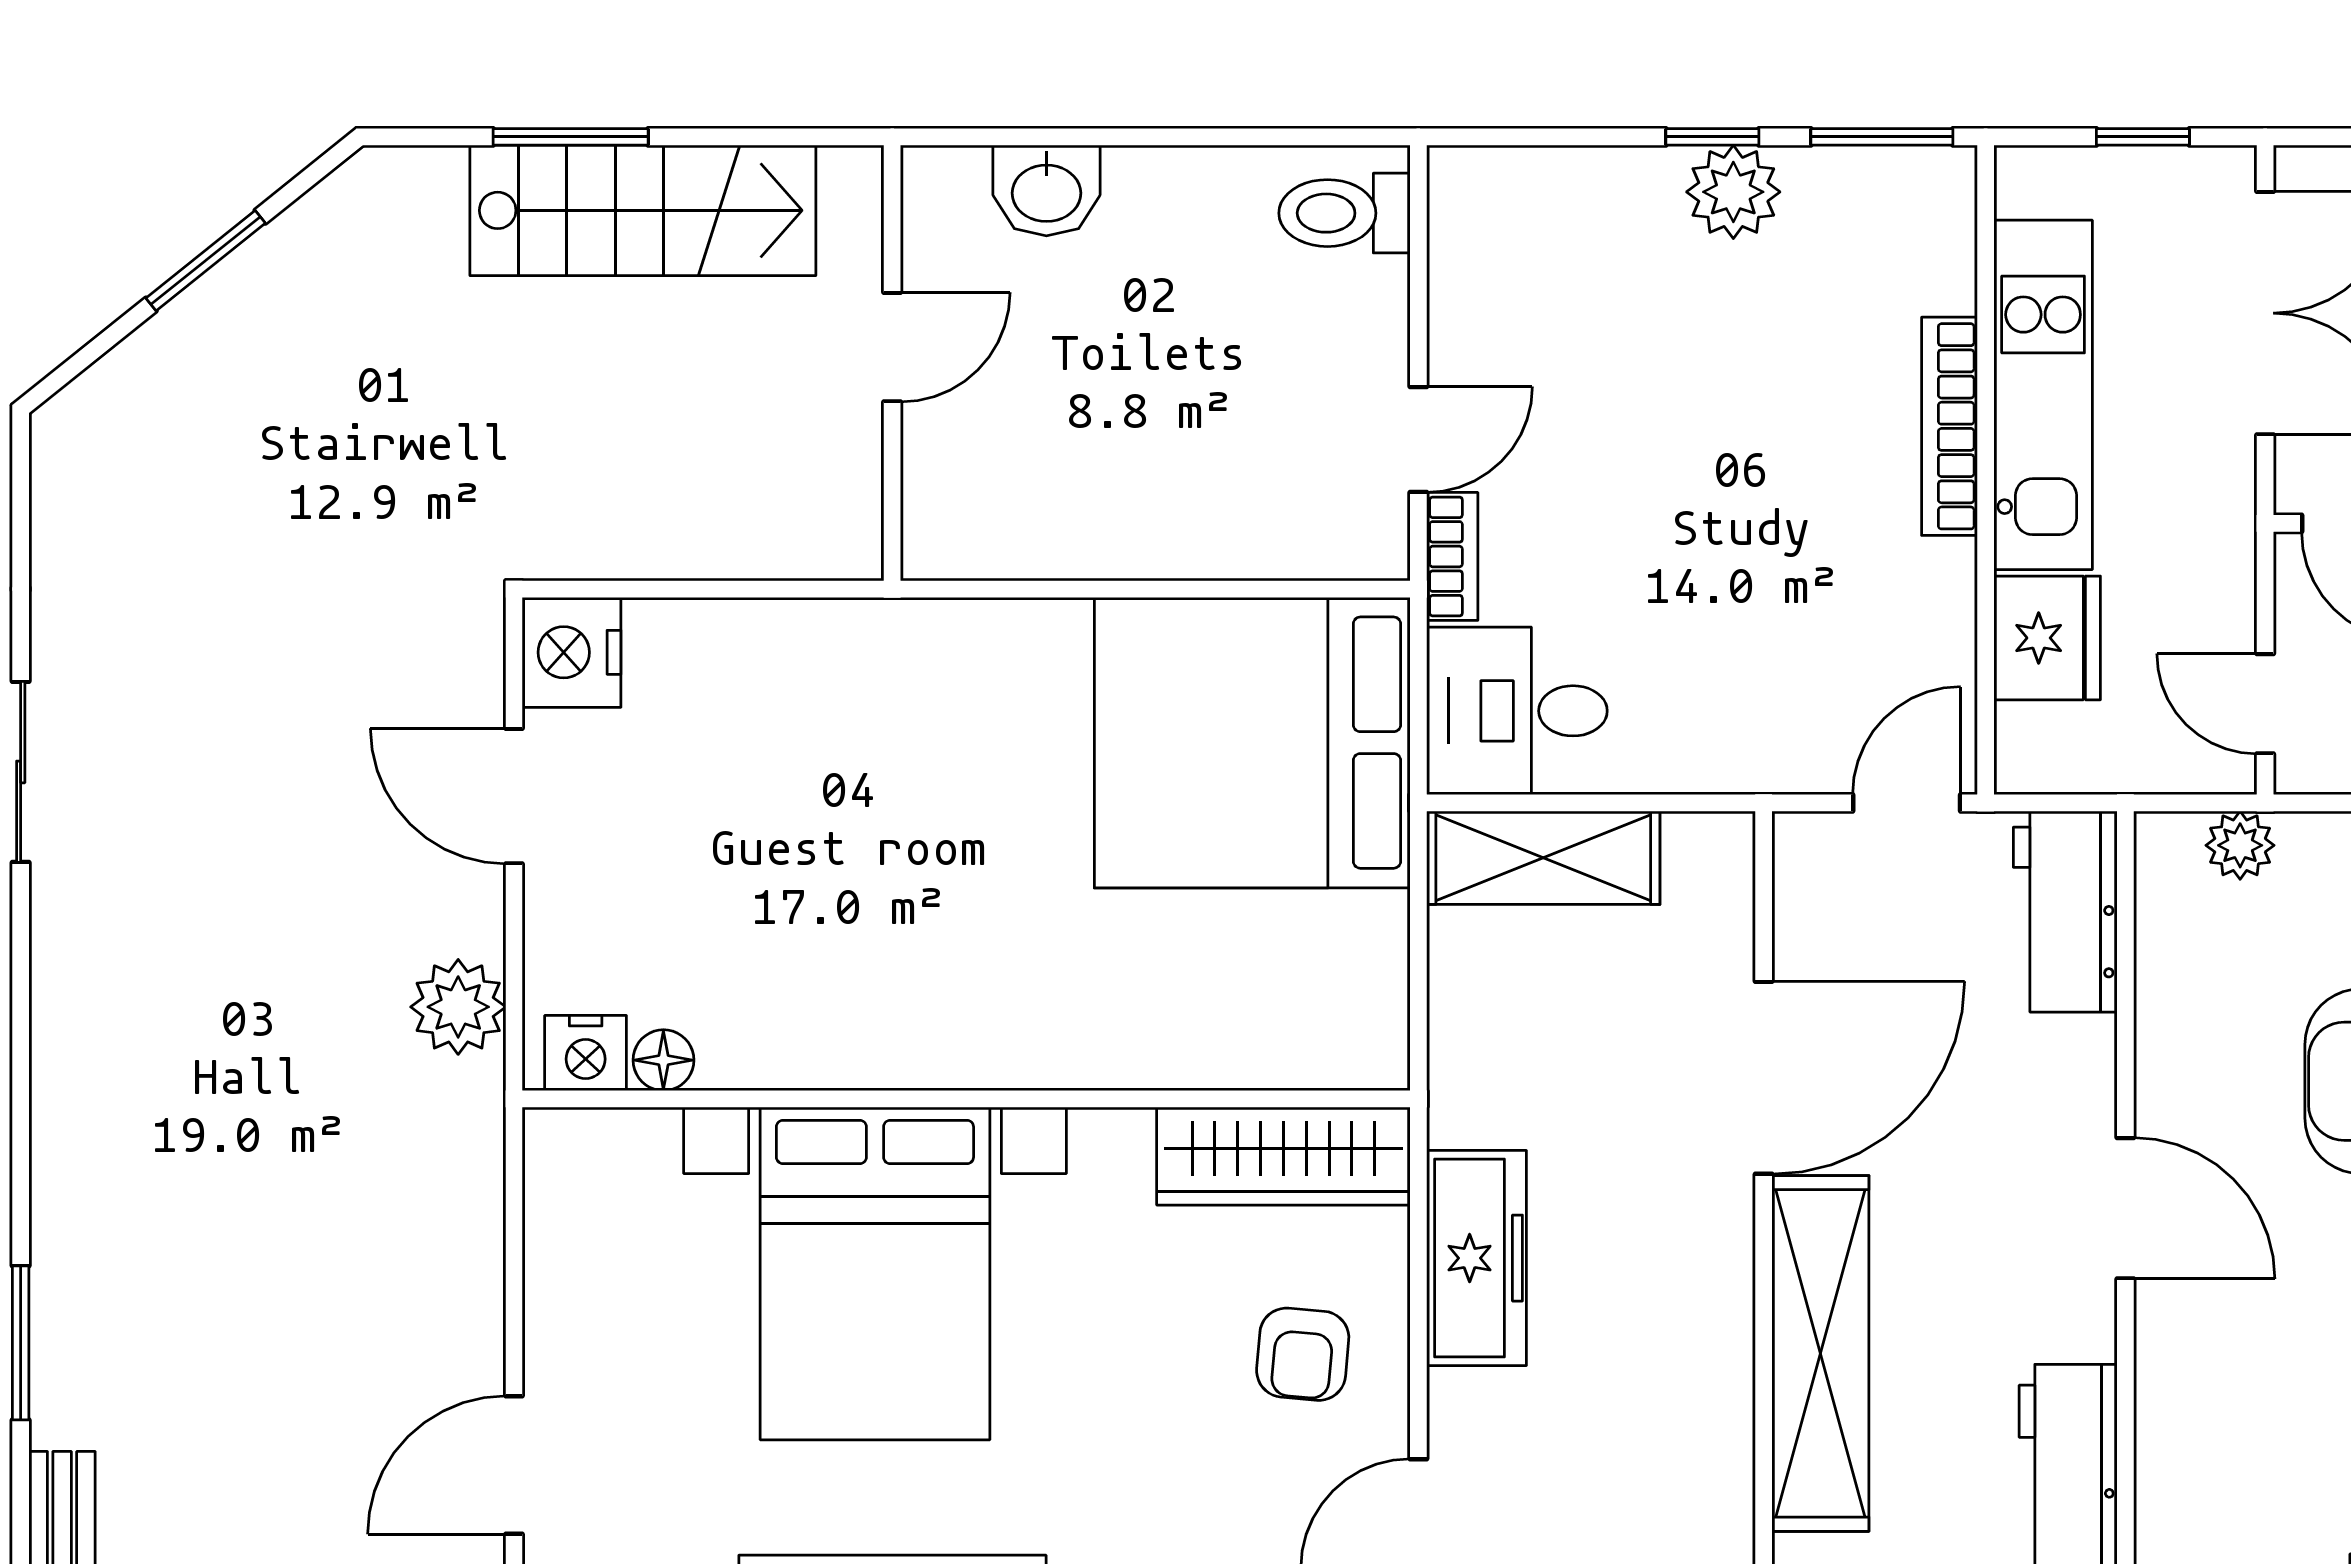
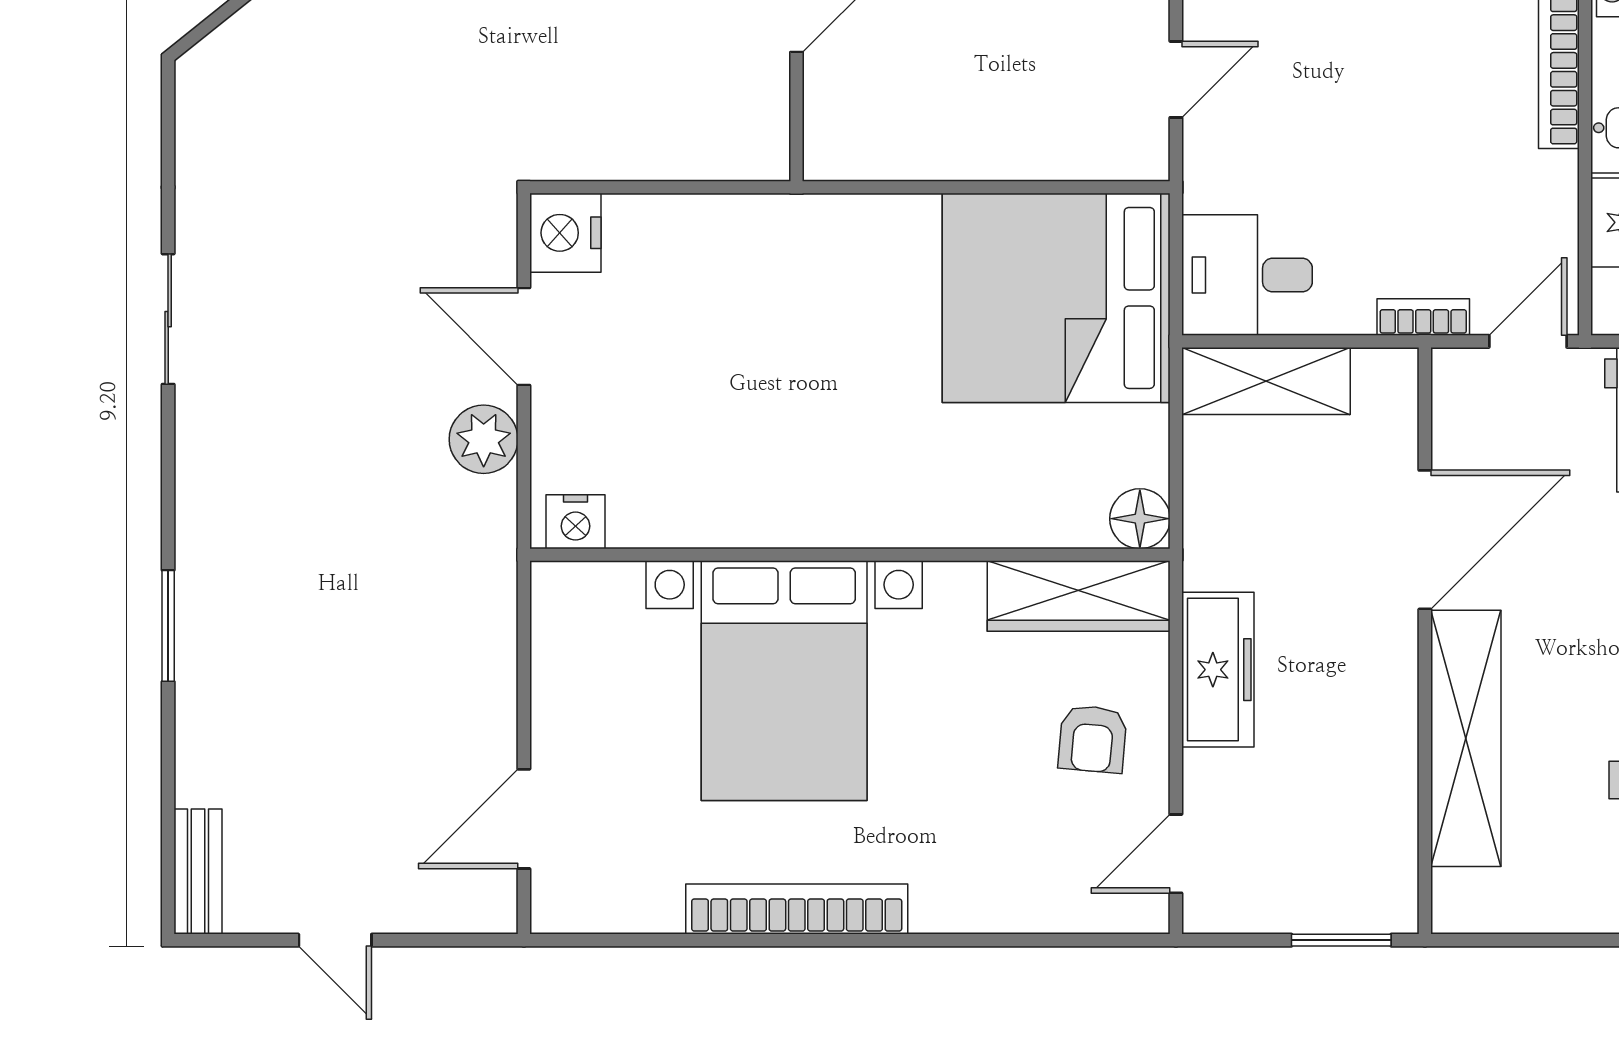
bookcase: (1452, 556) -> (1423, 317), moved, turned -90
plant: (458, 1007) -> (484, 439), moved
floor lamp: (663, 1060) -> (1140, 519), moved, width x1.37, depth x1.37
window: (21, 1343) -> (168, 626), moved

